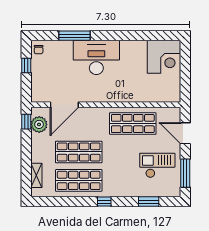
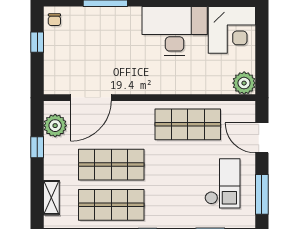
desk: (96, 57) -> (175, 31), moved
plant: (173, 94) -> (244, 83), added
window: (26, 122) -> (37, 147), moved
checkout: (157, 165) -> (222, 183), turned 90

